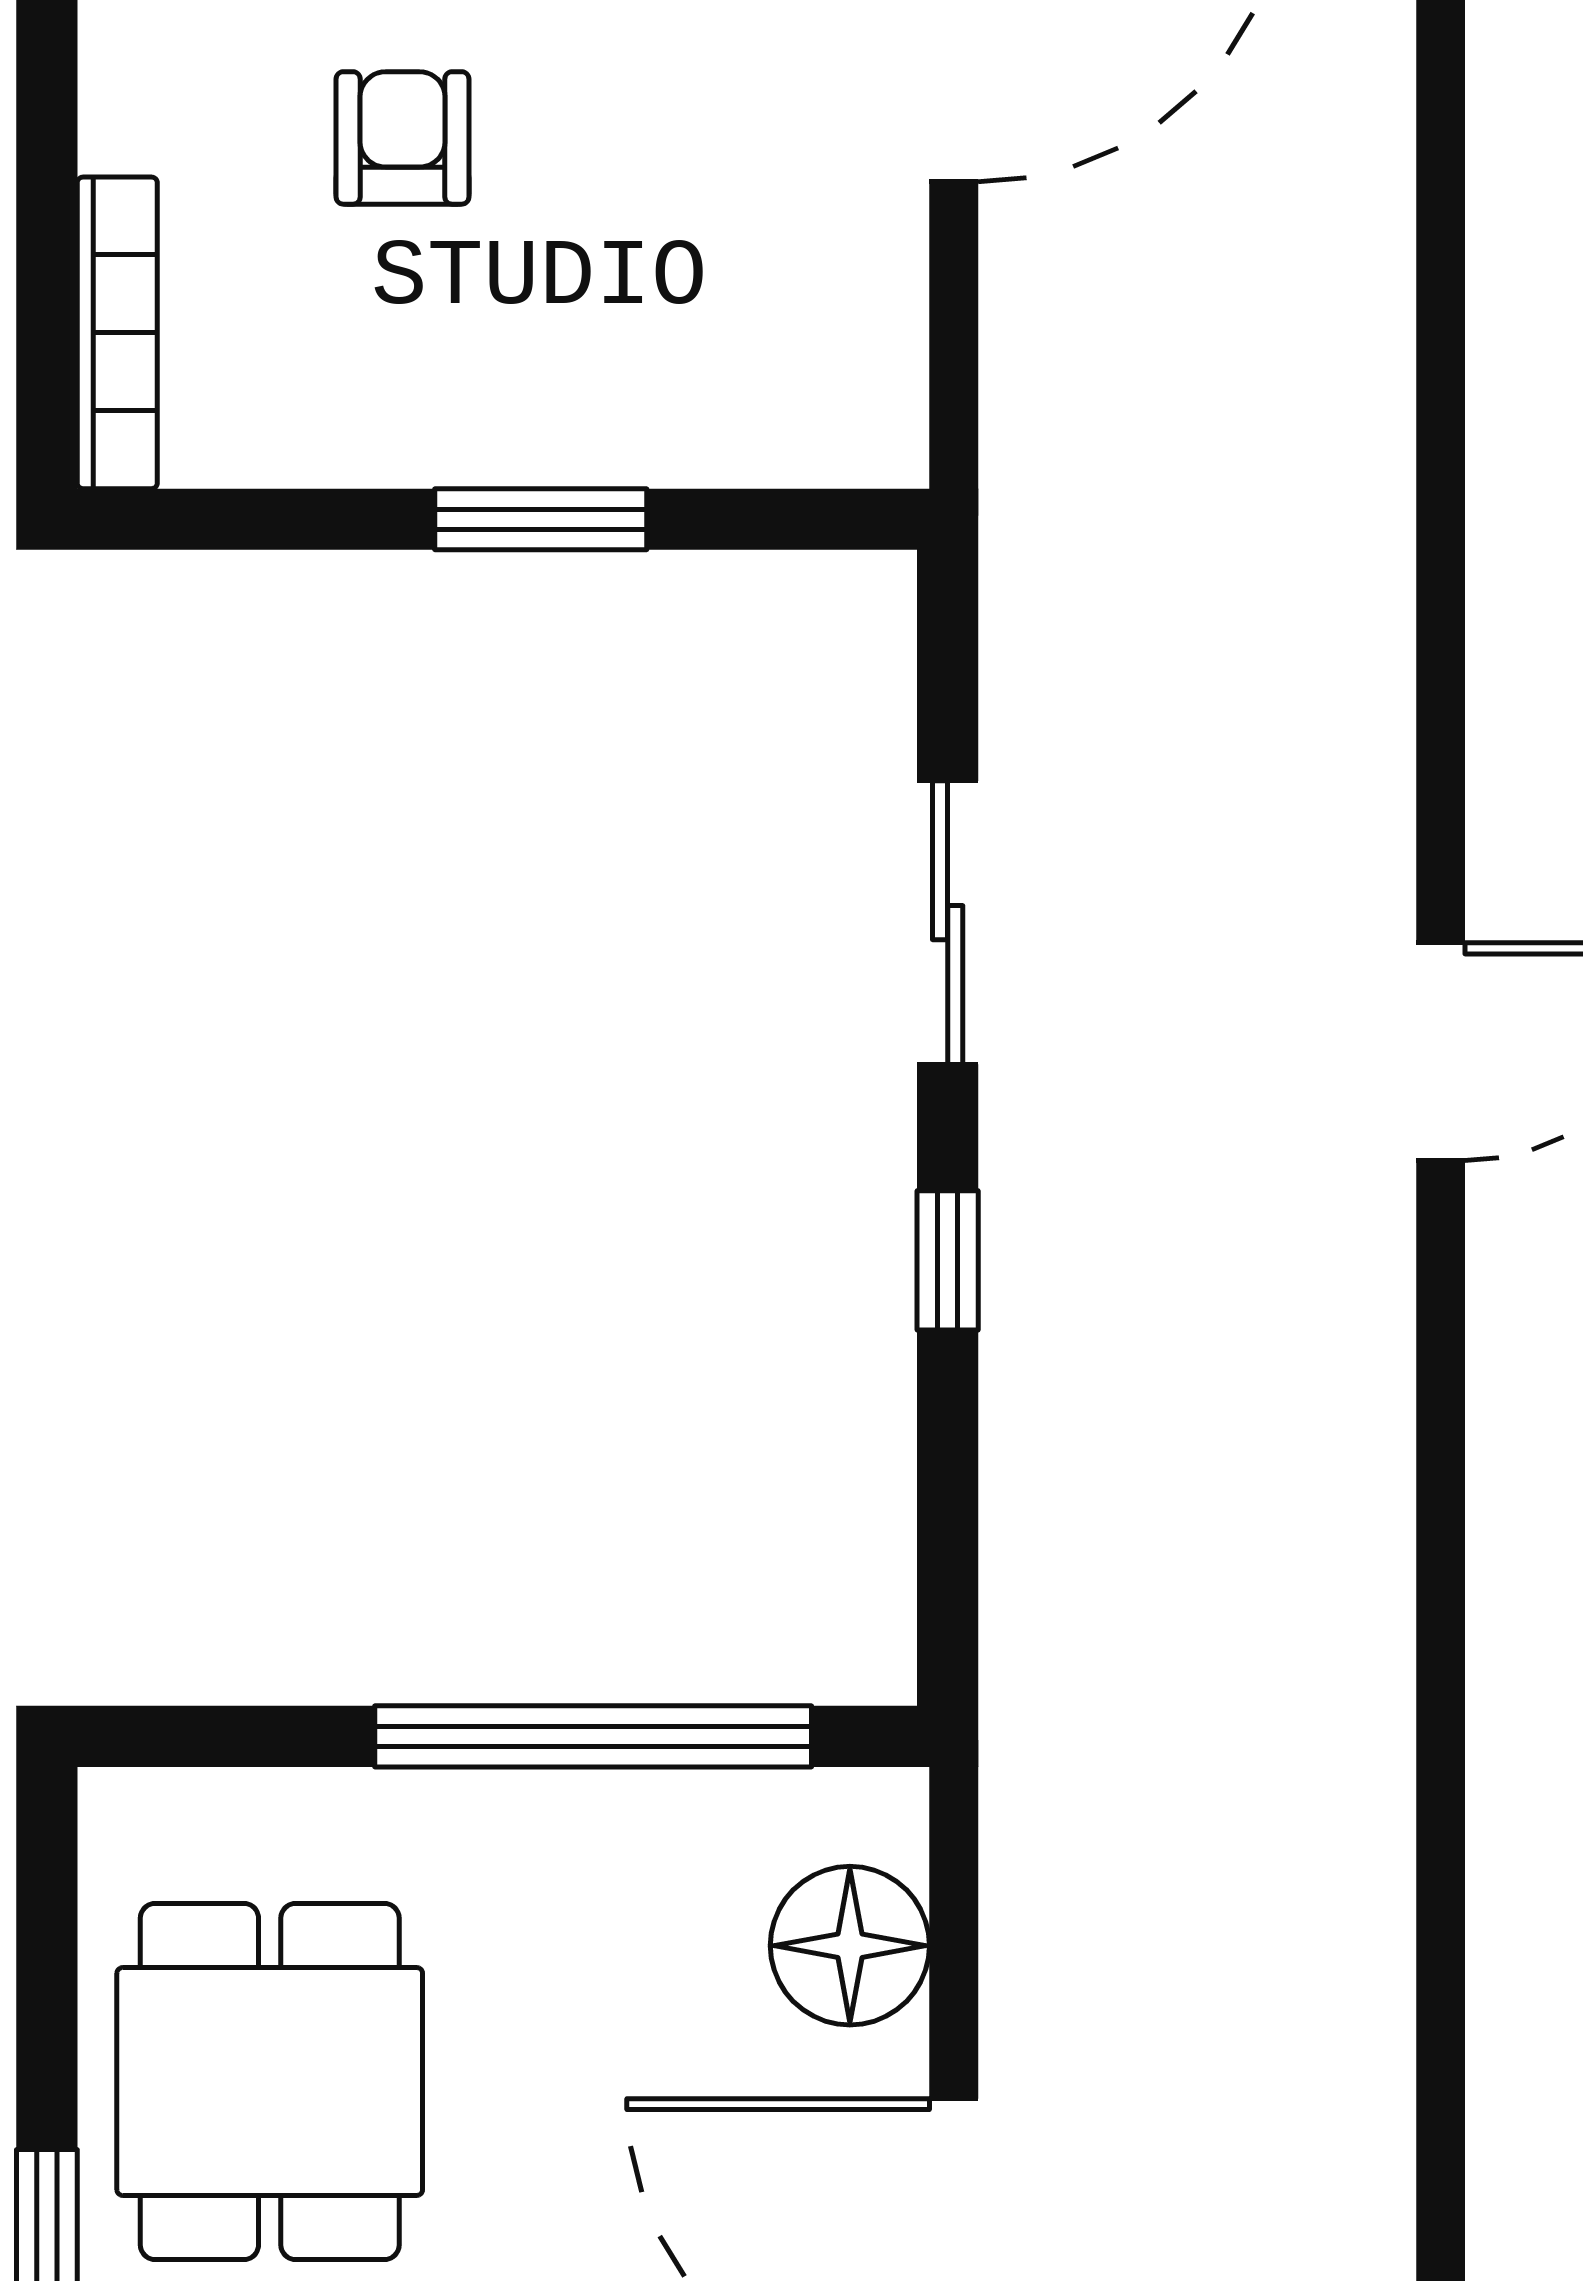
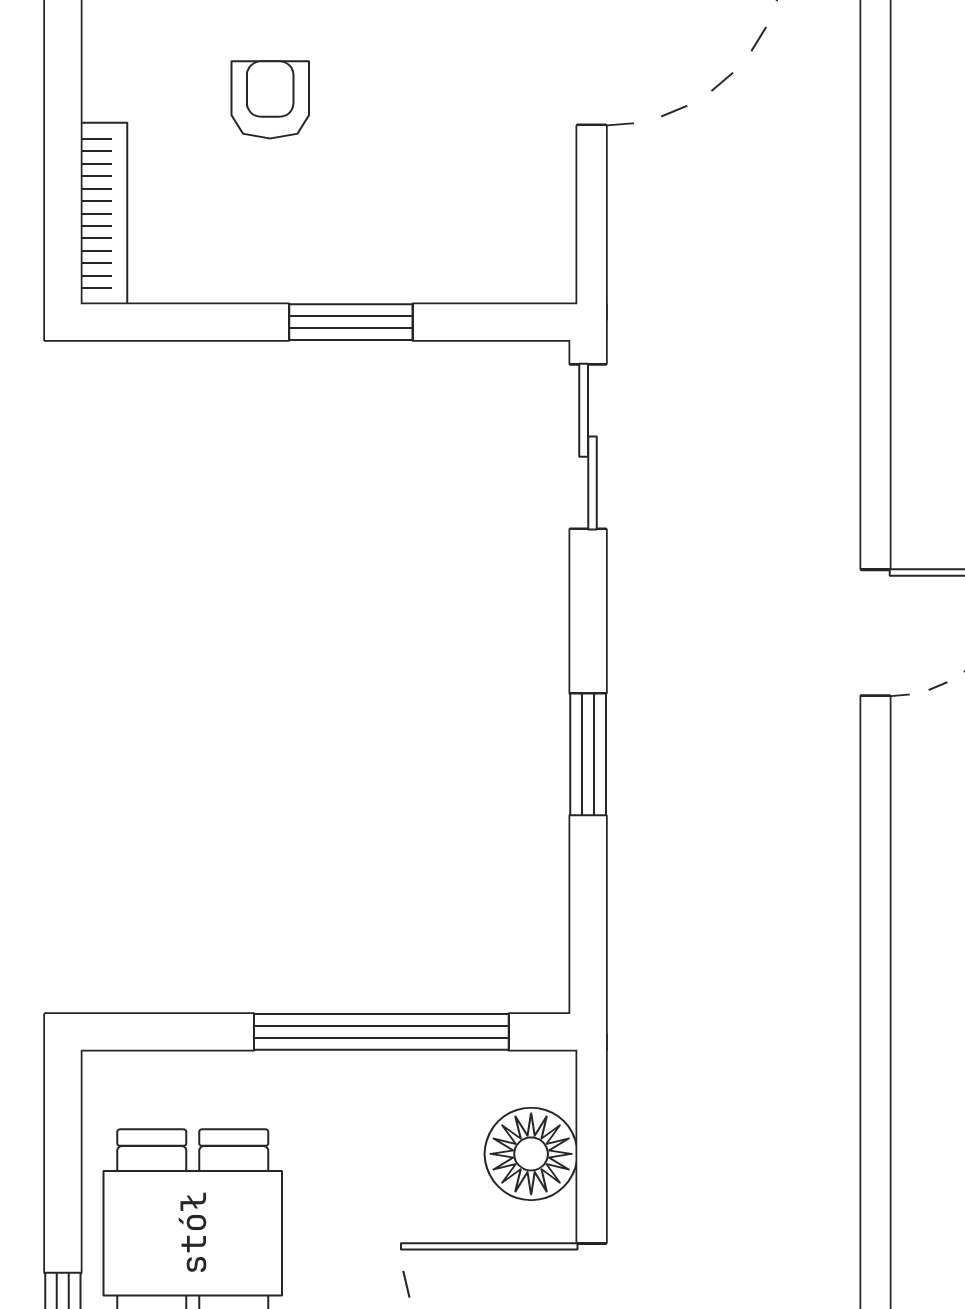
sliding door: (948, 923) -> (588, 447), moved
window: (948, 1260) -> (588, 754), width x1.50

